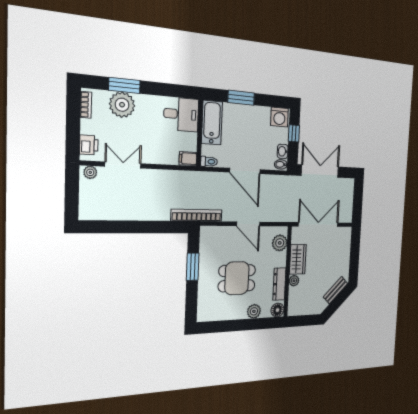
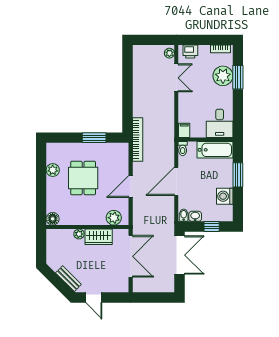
washing machine: (279, 117) -> (225, 196), moved
door: (354, 263) -> (94, 298), added
dresser: (279, 284) -> (76, 219), removed
plant: (254, 311) -> (53, 170), moved

